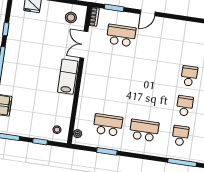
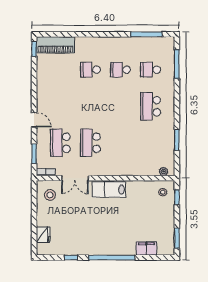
school desk: (108, 125) -> (90, 143), moved
window: (40, 141) -> (177, 197), moved

